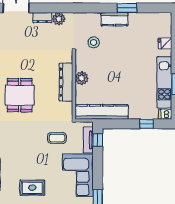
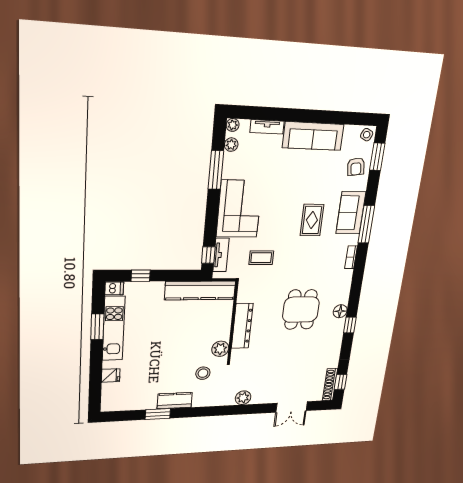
dresser: (42, 18) -> (263, 398), removed
plant: (82, 78) -> (220, 349), moved
rug: (32, 188) -> (312, 220), moved, turned 90

